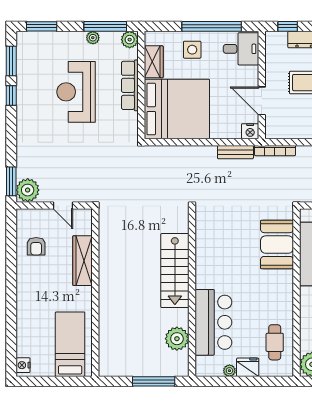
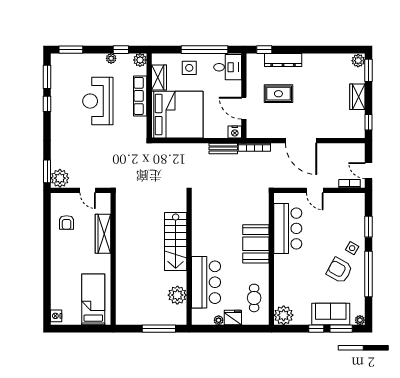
window: (105, 26) -> (121, 50), width x0.46
booth: (277, 245) -> (256, 244), moved

